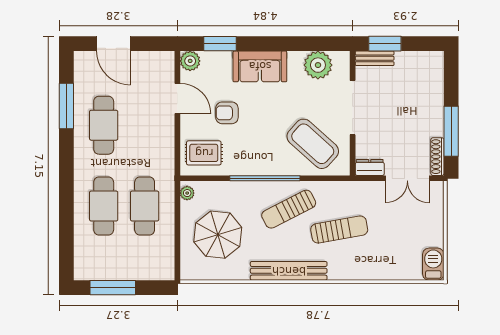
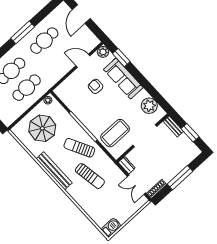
window: (385, 44) -> (190, 133), moved
sofa: (260, 66) -> (123, 78), width x1.36
door: (177, 99) -> (83, 61), swing flipped
window: (66, 106) -> (23, 32), moved
window: (451, 131) -> (180, 178), moved
coffee table: (313, 144) -> (115, 133), turned 48
rug: (204, 153) -> (70, 92), removed

